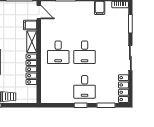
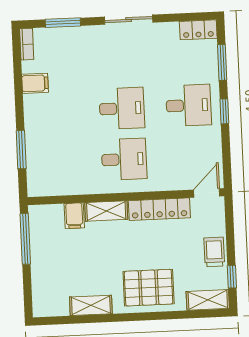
door: (39, 12) -> (207, 193), moved
locker: (123, 89) -> (198, 30), width x0.66

